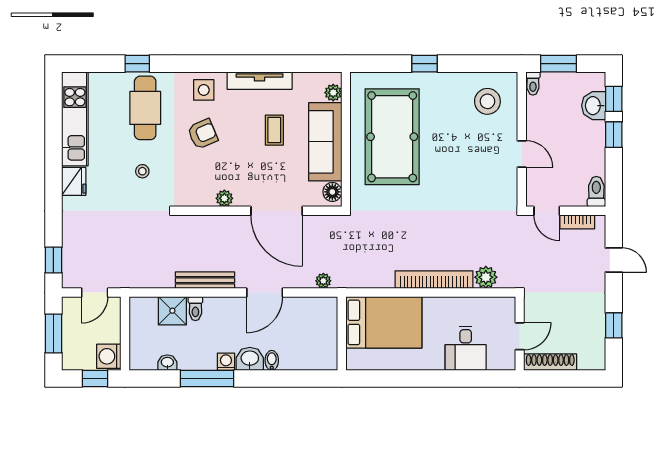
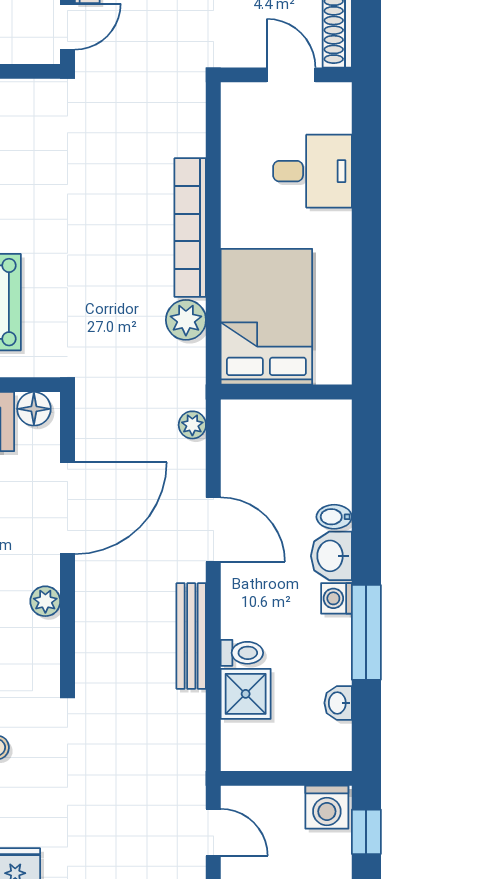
plant: (486, 277) -> (186, 320), moved

